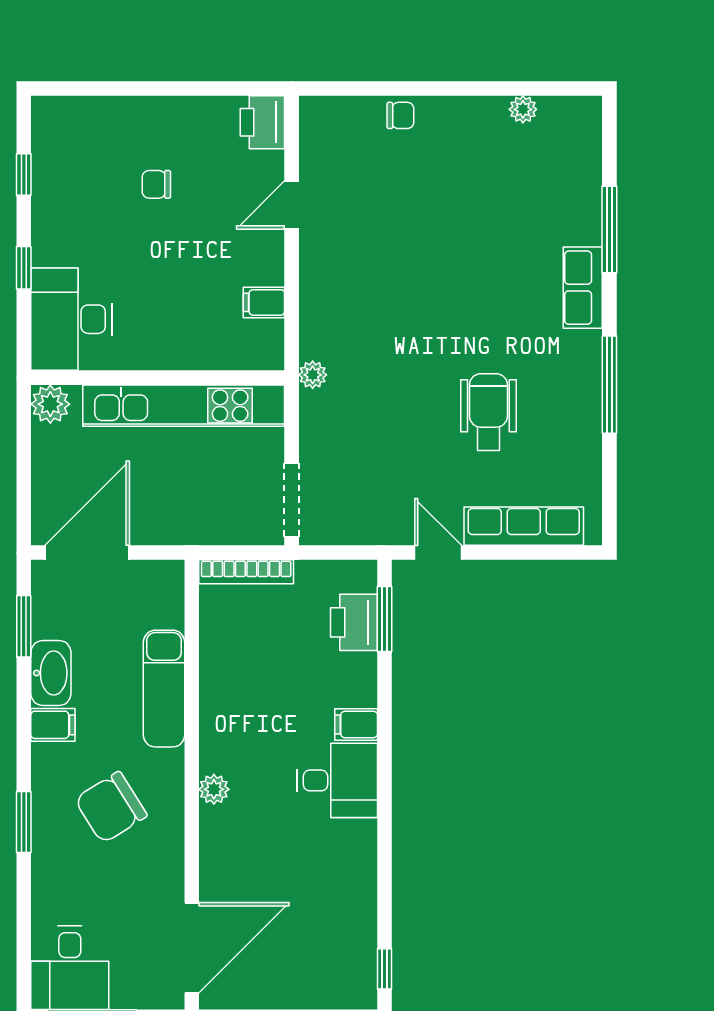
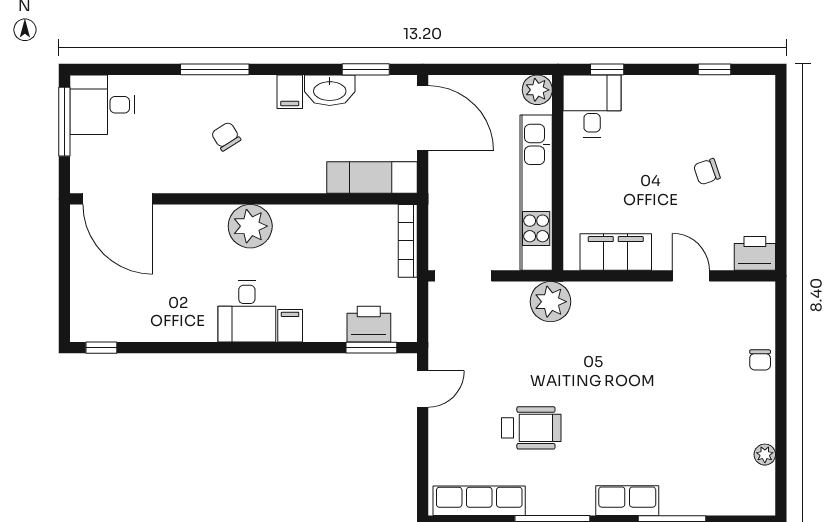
chair: (156, 184) -> (707, 172), turned -109
window: (24, 268) -> (607, 69), moved
filing cabinet: (264, 302) -> (616, 252), width x3.00, depth x1.17
desk: (71, 319) -> (592, 106), width x0.73
plant: (313, 375) -> (550, 302), width x1.88, depth x1.88
row of seats: (524, 526) -> (479, 501), moved, turned -90
exam couch: (164, 689) -> (372, 177), moved
plant: (214, 789) -> (250, 226), width x1.87, depth x1.87
chair: (111, 807) -> (226, 136), width x0.54, depth x0.54
window: (24, 822) -> (215, 69), width x1.44

